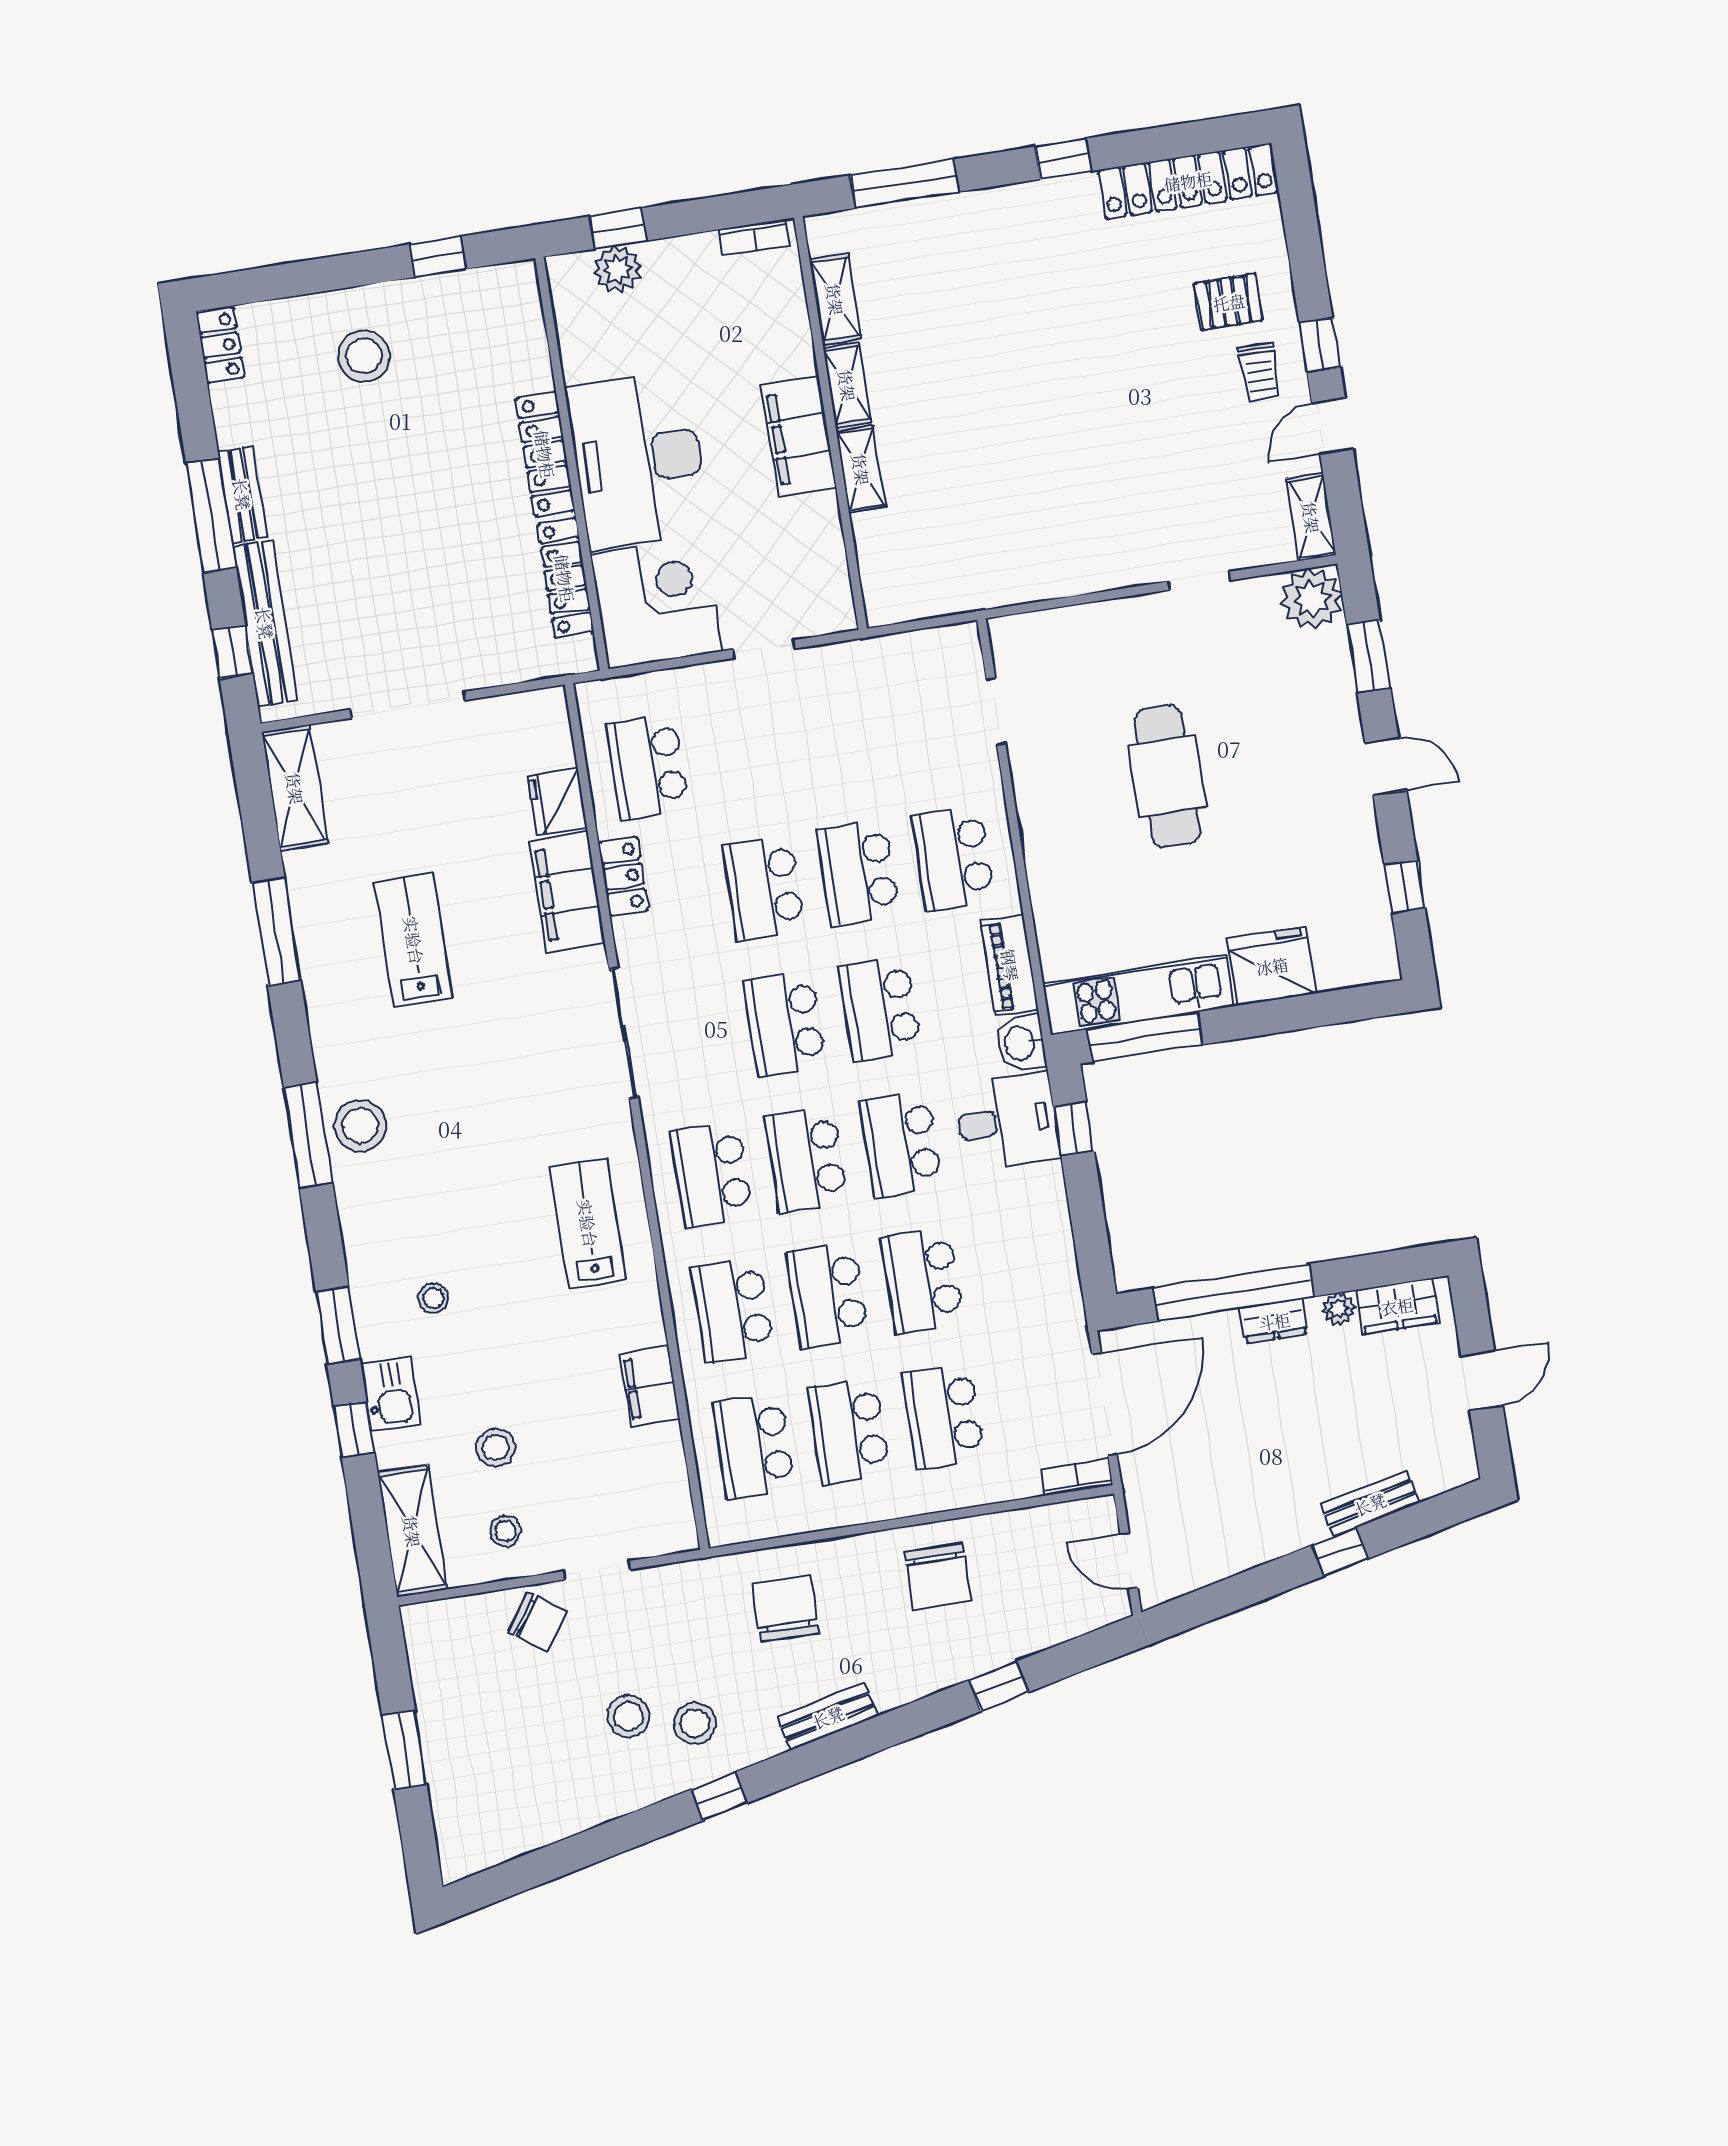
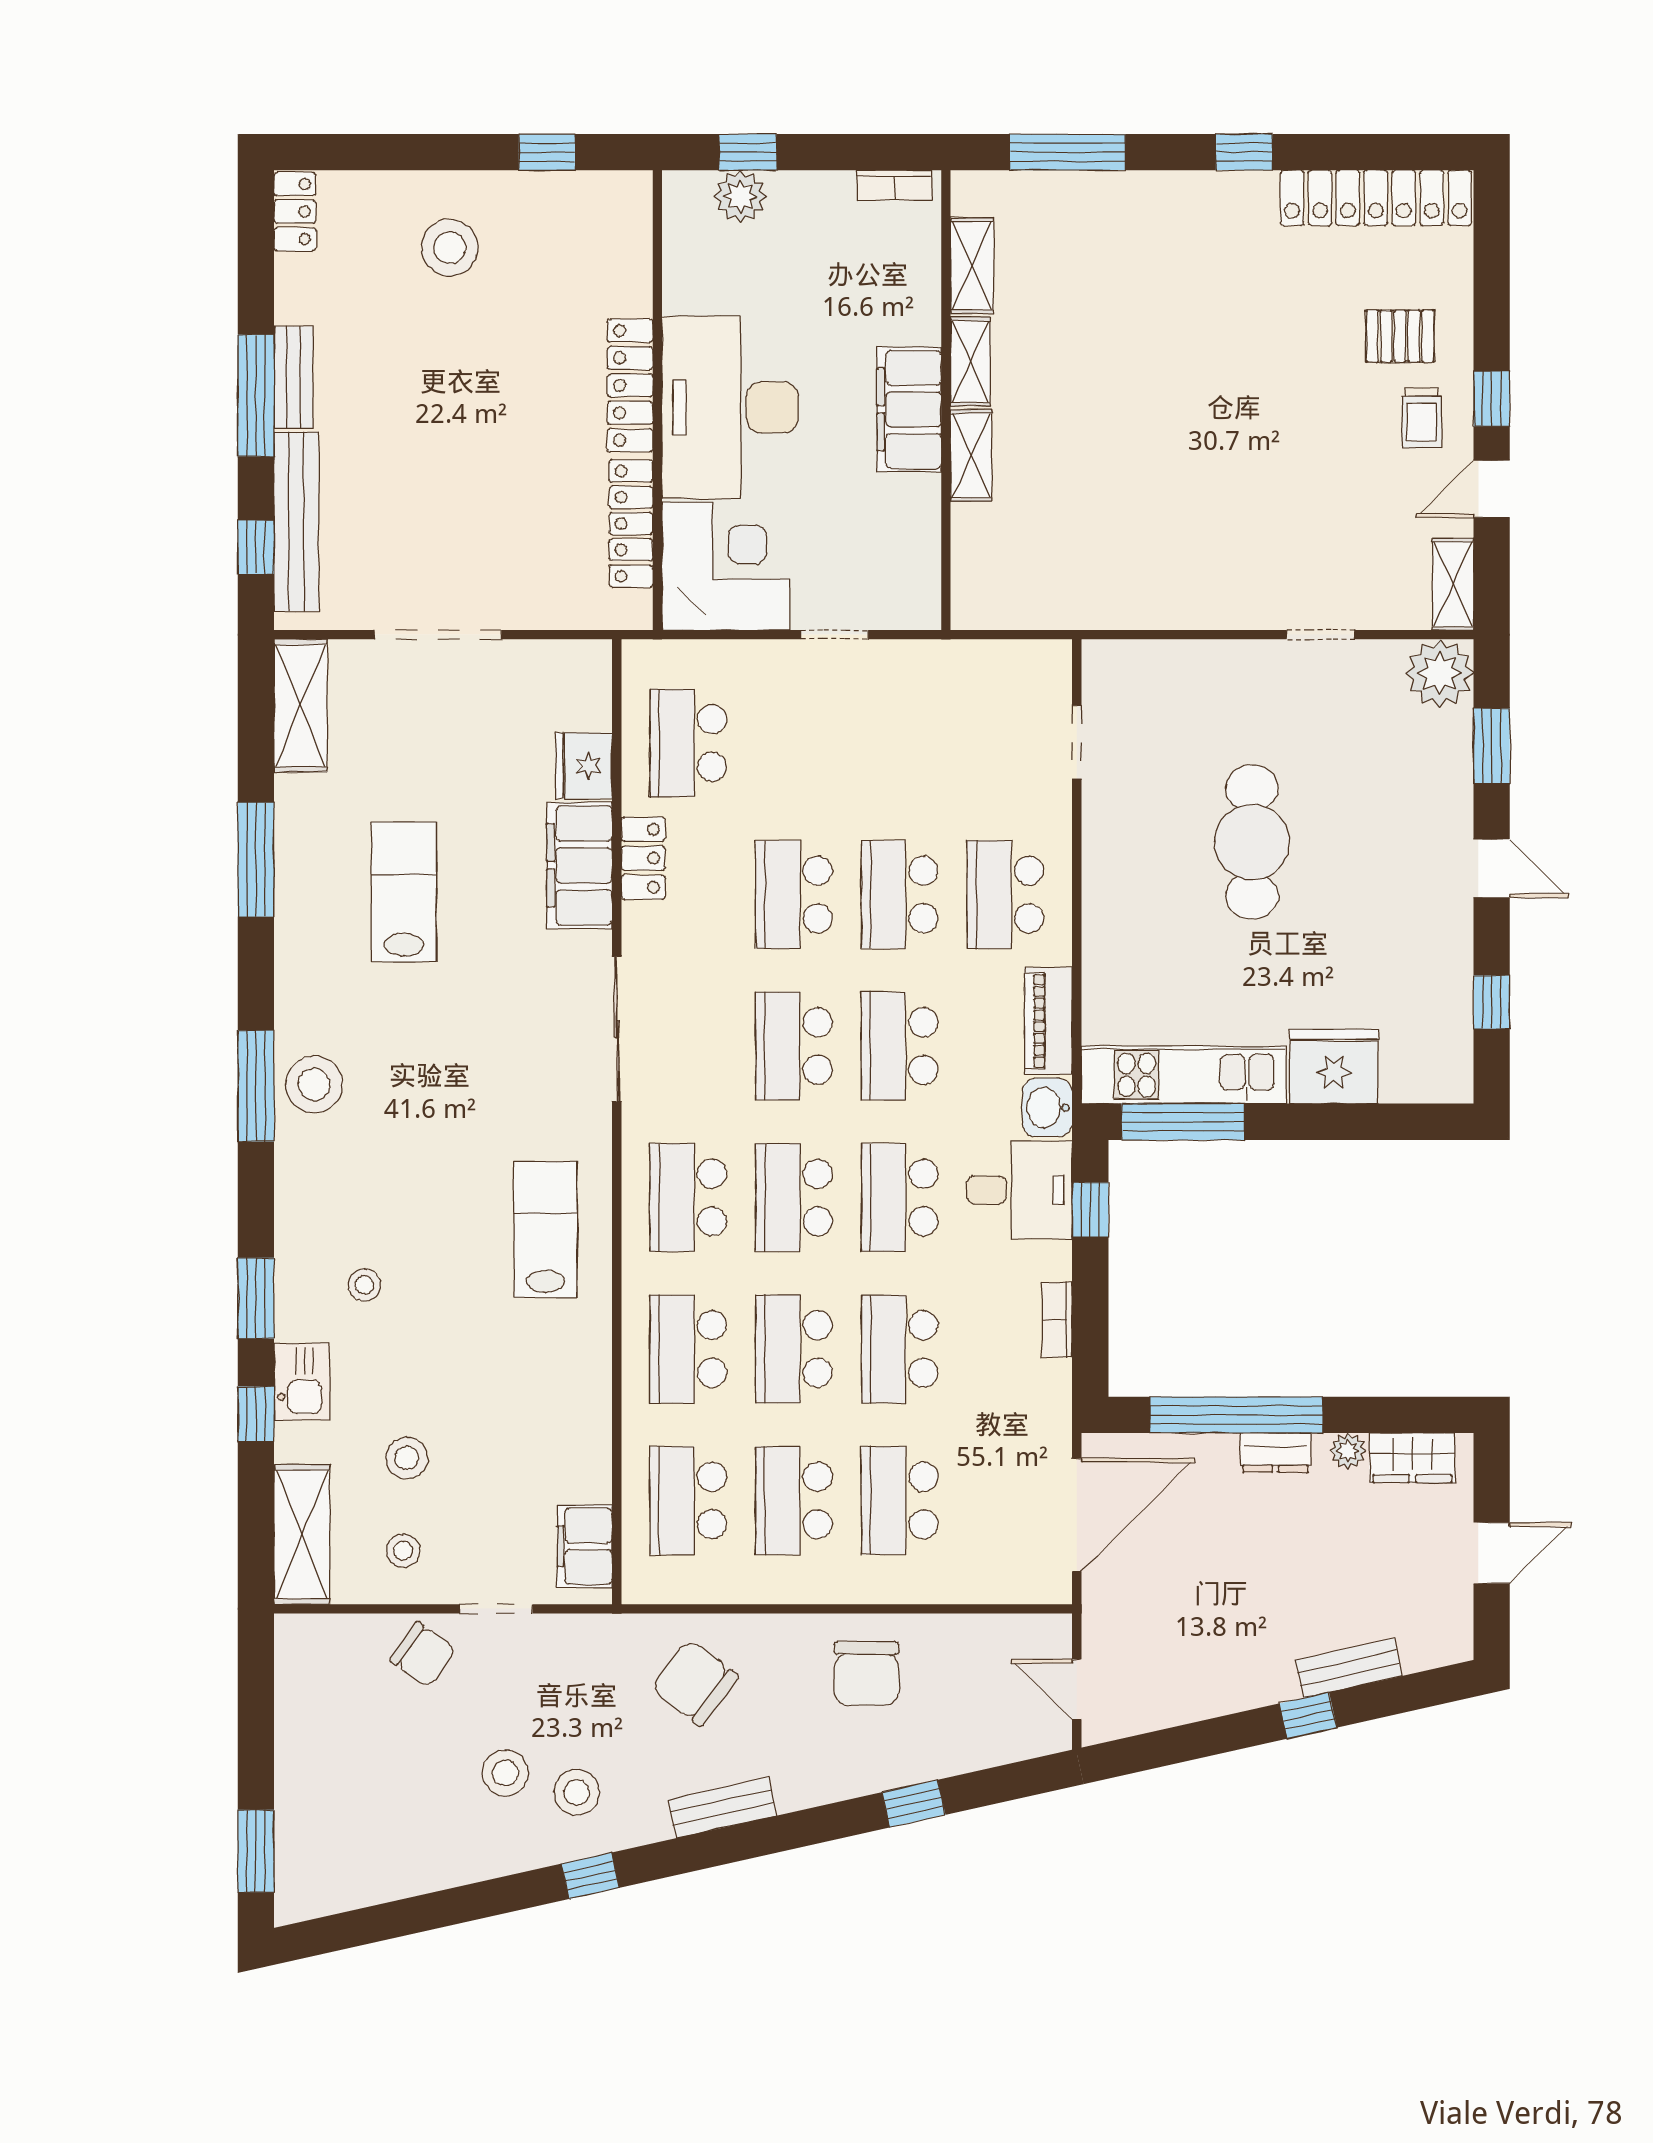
filing cabinet: (649, 1386) -> (585, 1546), moved
bookcase: (1077, 1477) -> (1057, 1320), moved, turned -90
chair: (785, 1609) -> (695, 1683), turned -53
window: (404, 1750) -> (256, 1851), moved

